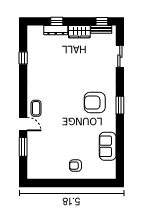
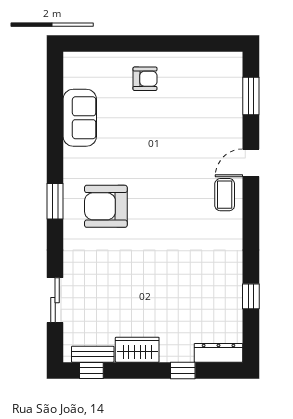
dresser: (56, 30) -> (218, 353), moved
armchair: (95, 103) -> (106, 206), turned 180
door: (23, 124) -> (251, 163), hinge flipped
window: (23, 147) -> (251, 96), moved

